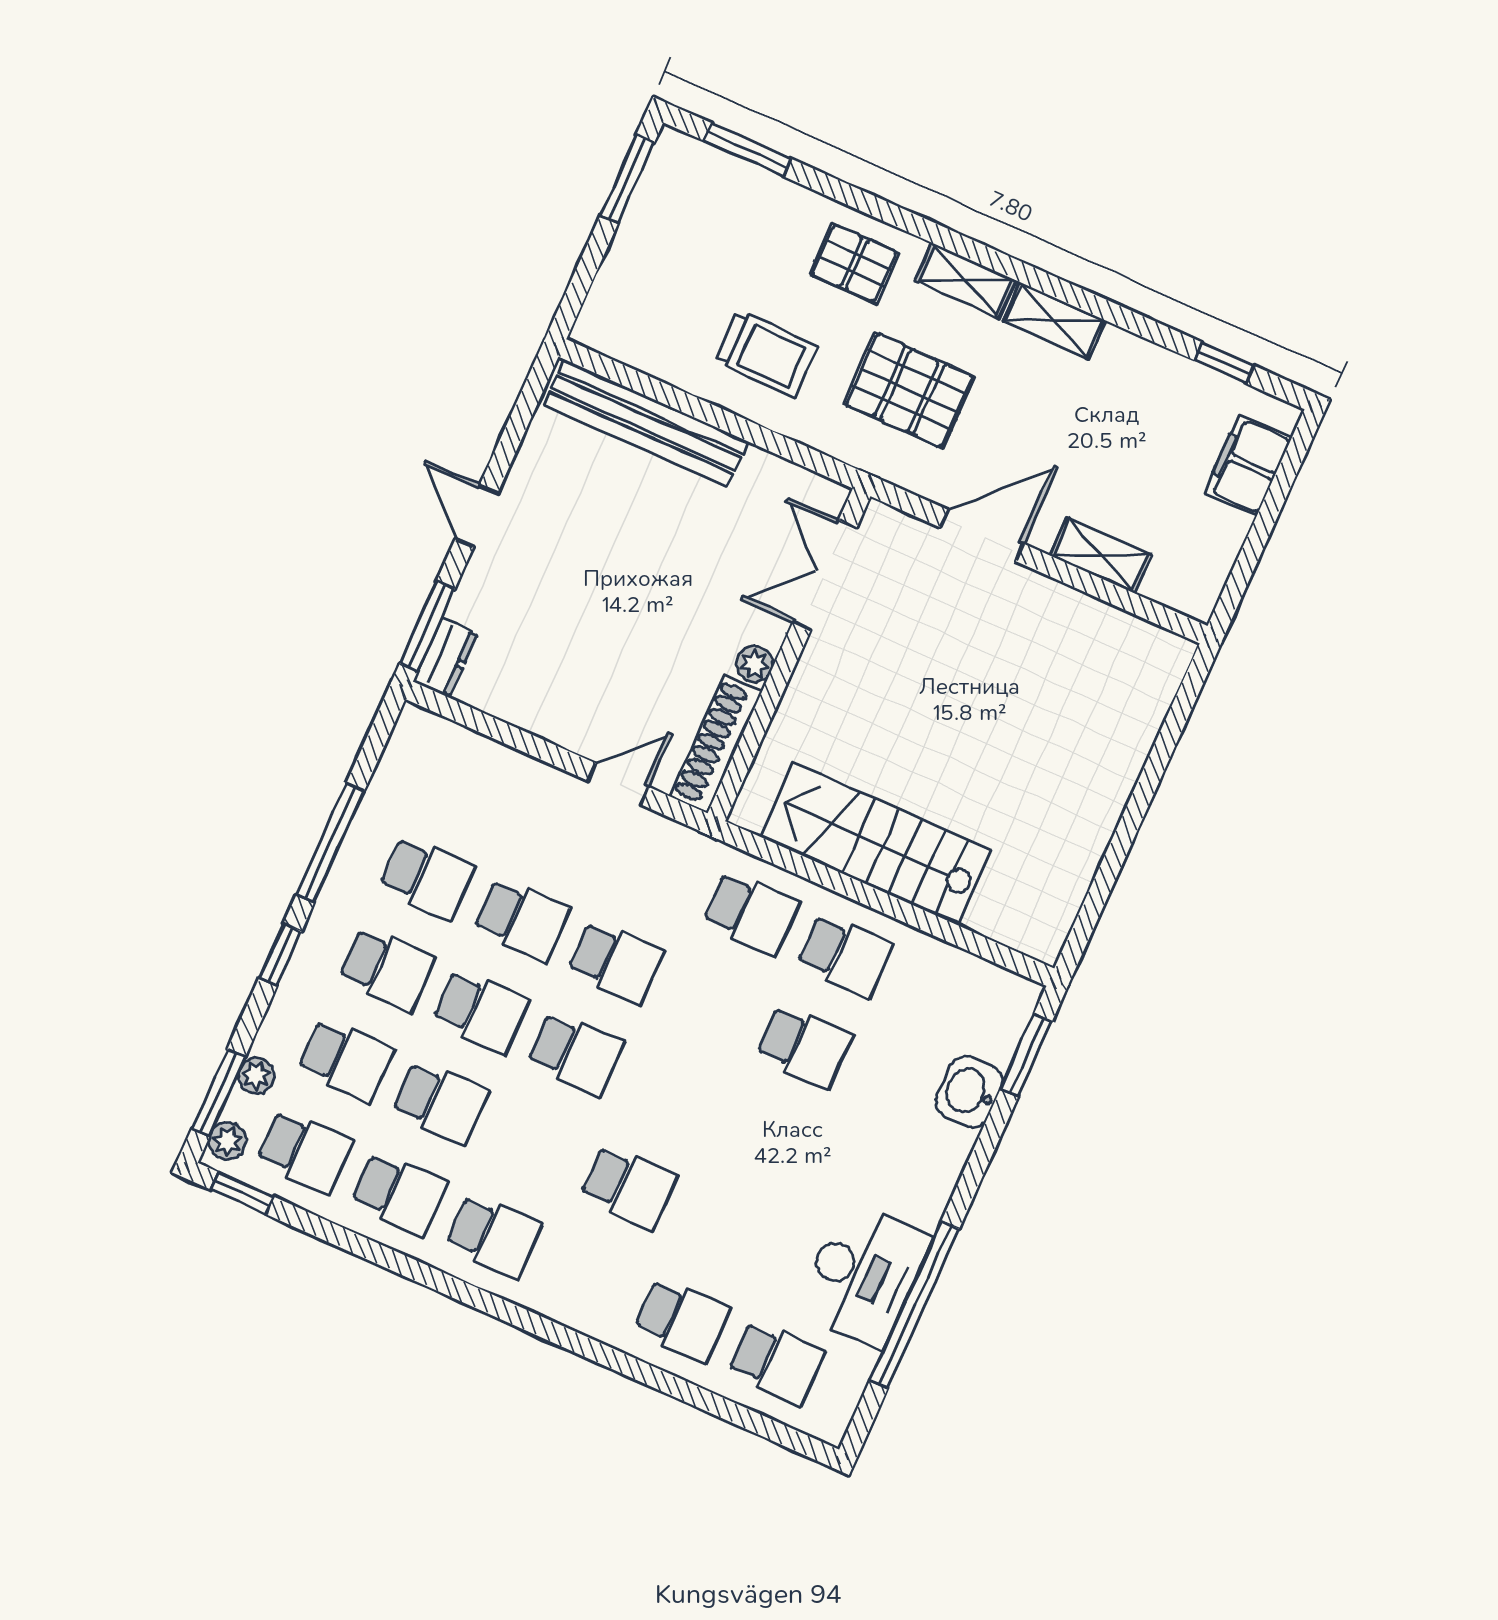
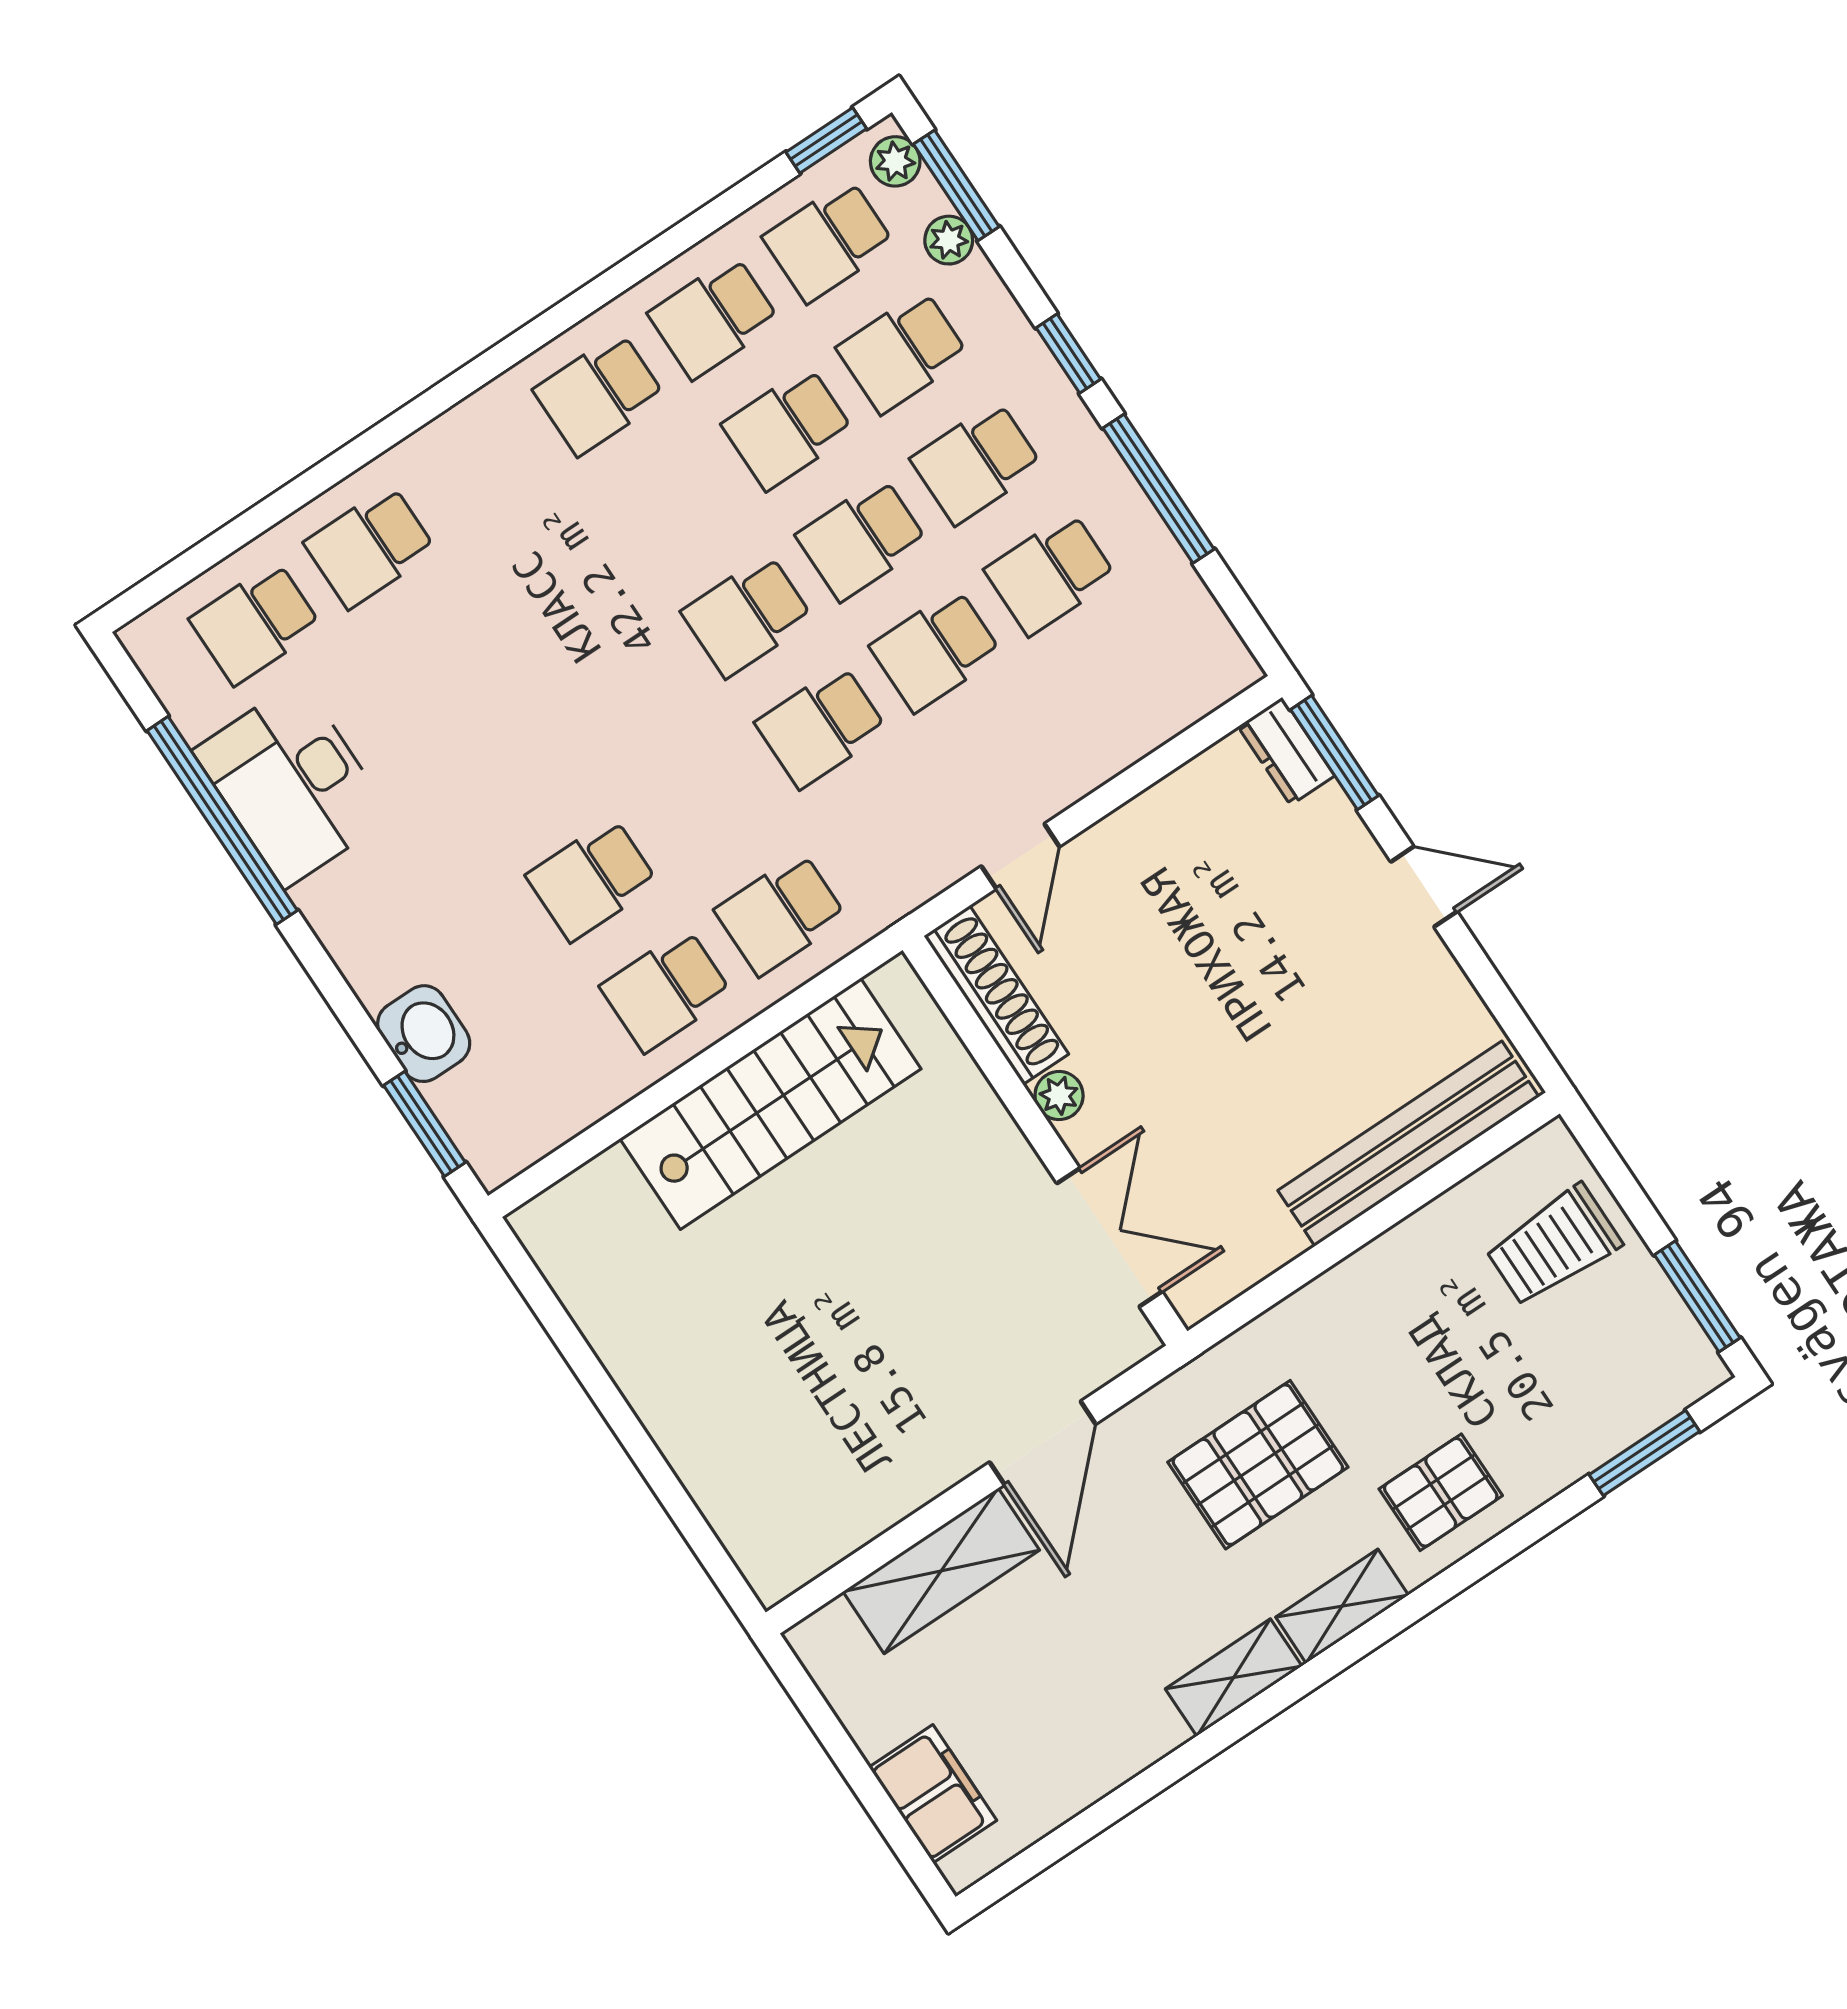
trolley: (766, 354) -> (1554, 1246), moved
window: (1224, 363) -> (1065, 1839), removed
shelving: (1100, 555) -> (941, 1571), width x1.50, depth x1.33
school desk: (628, 1187) -> (559, 581), removed

